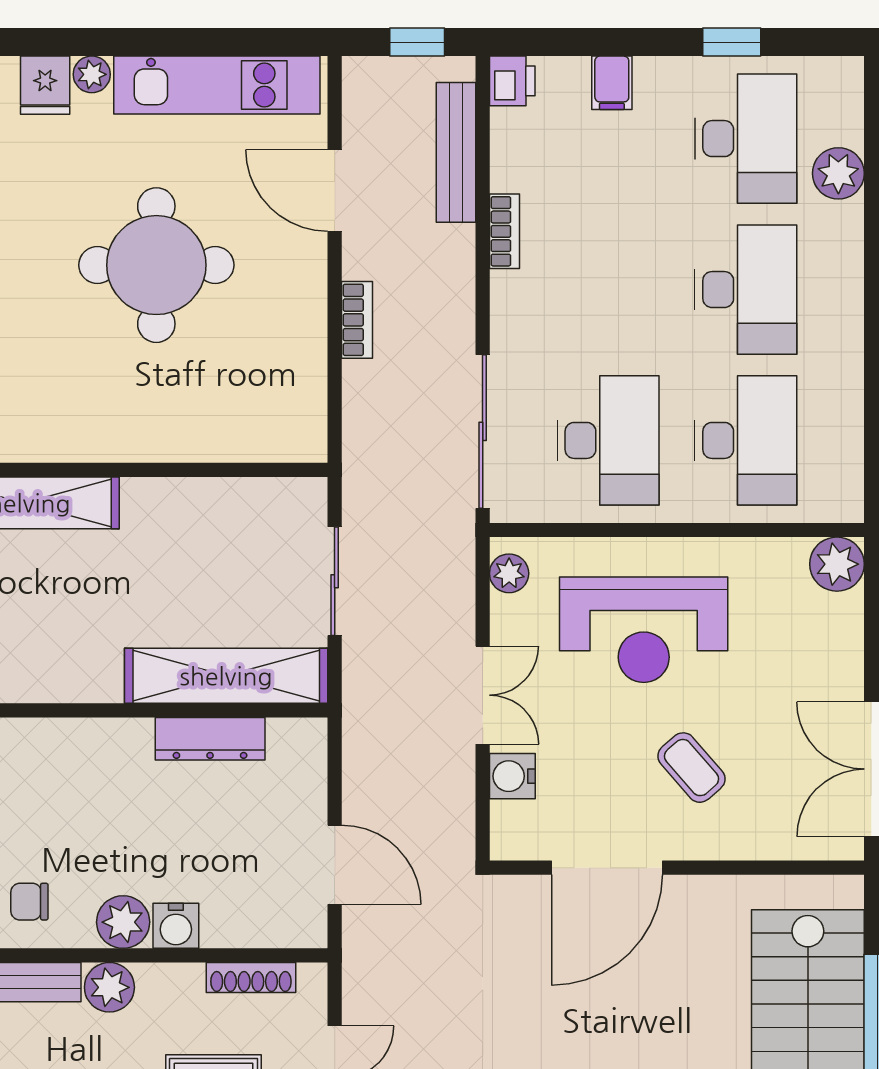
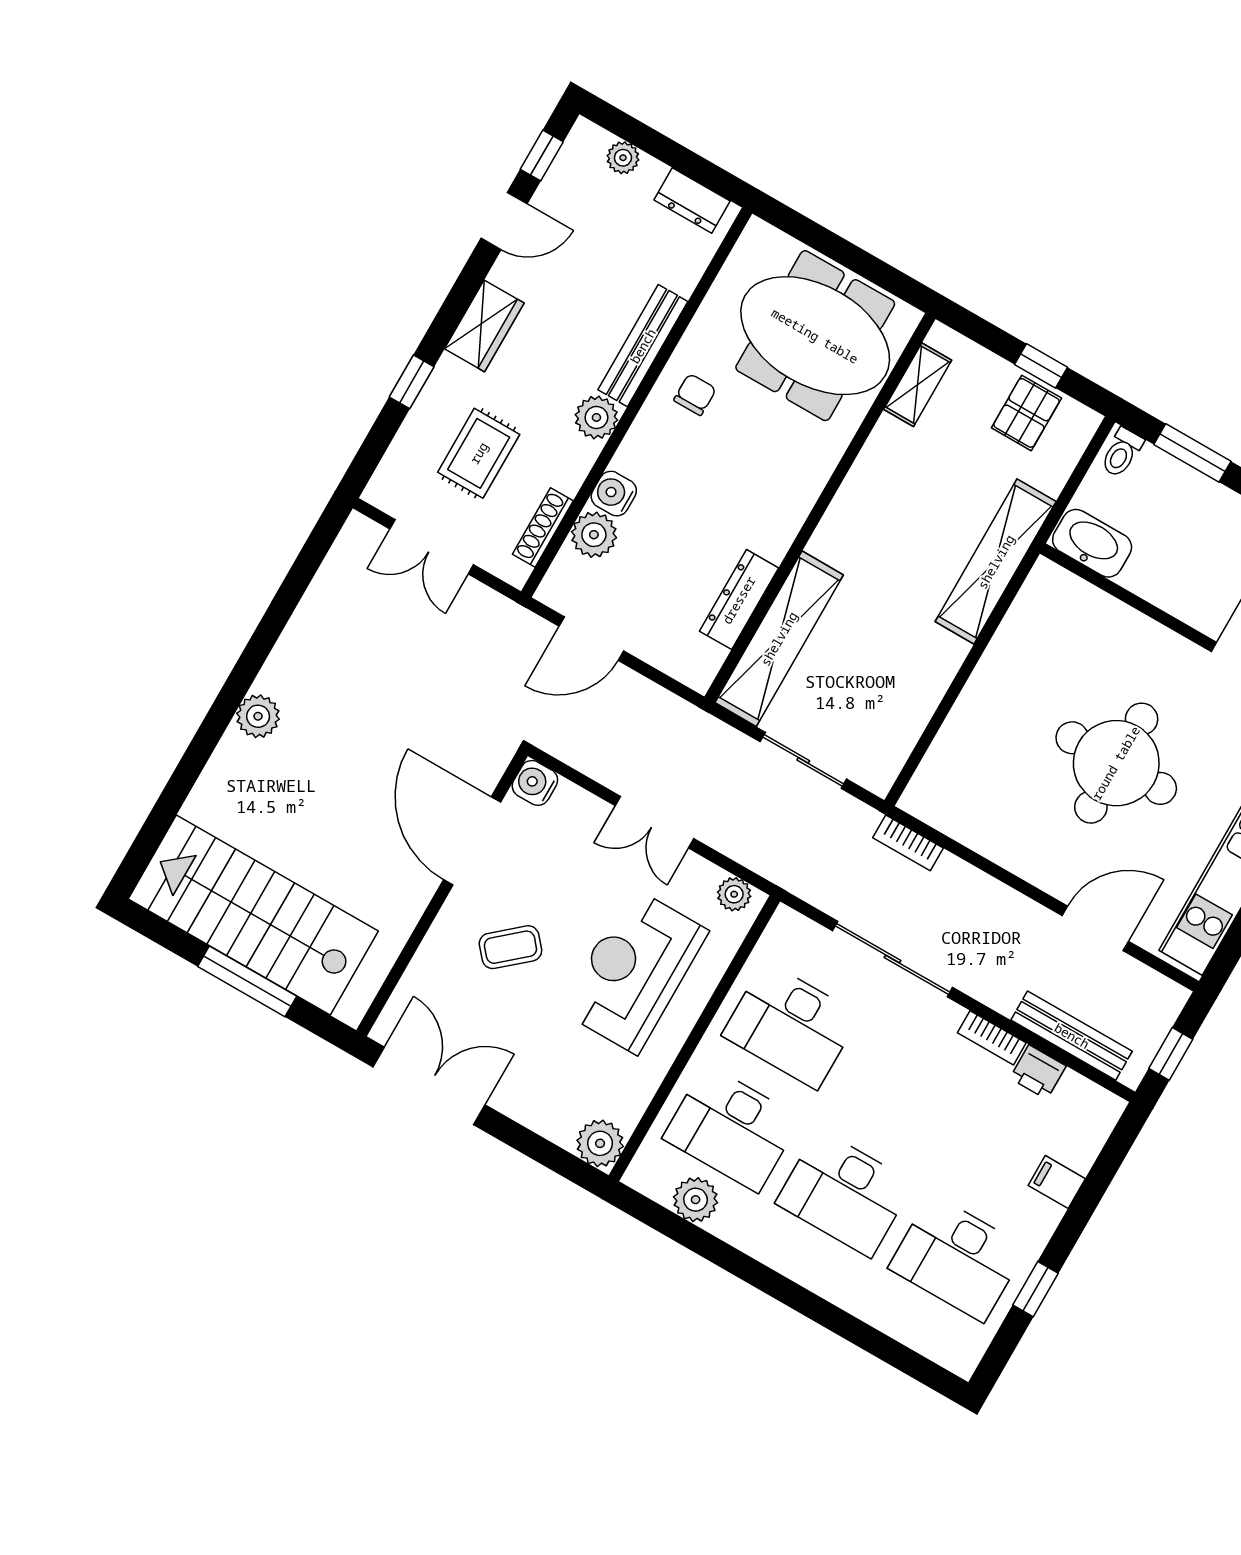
printer: (512, 81) -> (1038, 1072), moved
plant: (838, 173) -> (696, 1200), moved
bookcase: (357, 320) -> (908, 843), moved
sliding door: (483, 431) -> (893, 959), moved
water cooler: (512, 776) -> (535, 783), moved, turned -90
plant: (123, 922) -> (594, 535), moved

